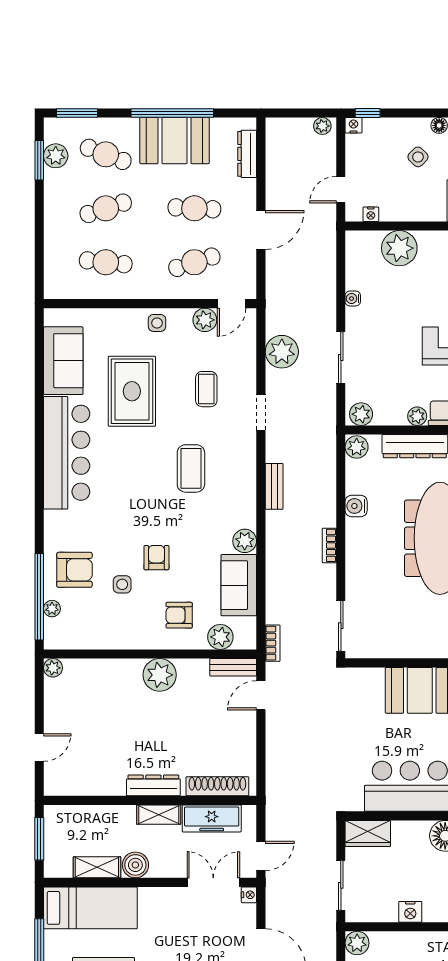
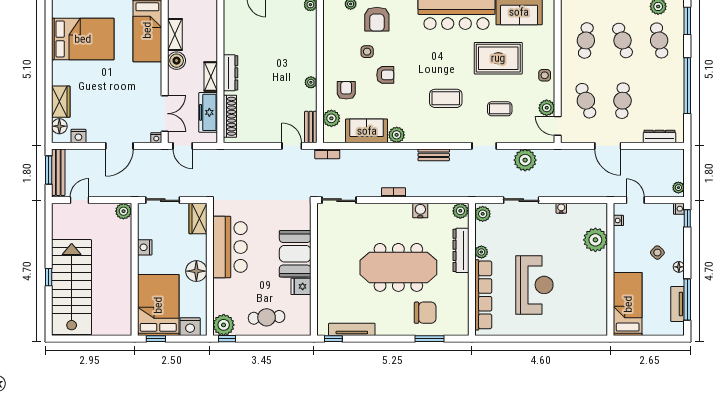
booth: (175, 141) -> (668, 87), removed
cafe table: (106, 154) -> (659, 40), turned -33
plant: (160, 675) -> (311, 82), width x0.53, depth x0.53

